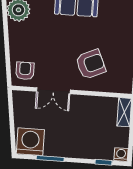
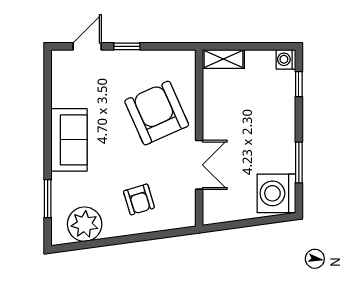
armchair: (91, 64) -> (157, 113), width x1.36, depth x1.36
armchair: (25, 71) -> (139, 199), moved, turned -107

